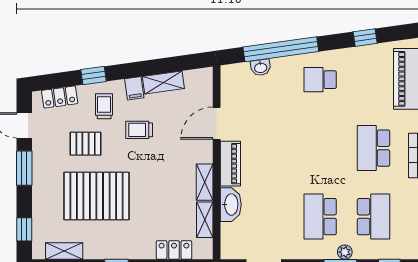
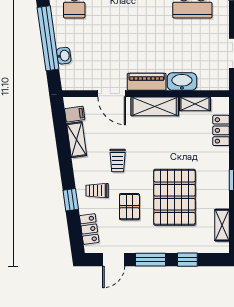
filing cabinet: (134, 88) -> (75, 114), moved
shelving: (205, 182) -> (155, 106), width x1.50, depth x1.33
window: (24, 229) -> (187, 260), moved

